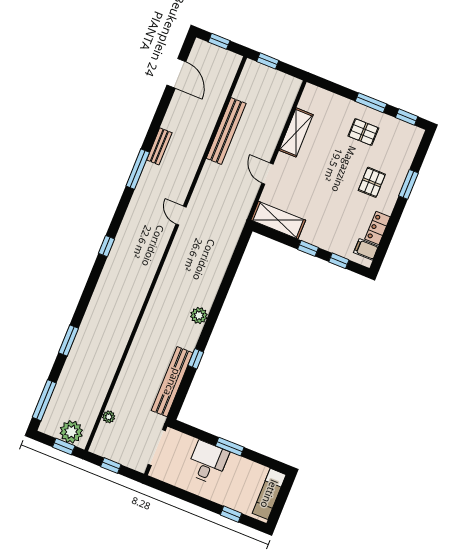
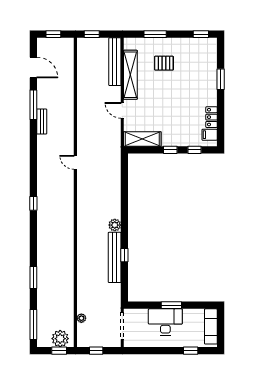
window: (371, 103) -> (155, 34), moved
bench: (226, 131) -> (115, 62), moved
shelving: (296, 132) -> (130, 75), width x1.47
pallet: (363, 132) -> (164, 63), moved
window: (138, 169) -> (33, 105), moved
pallet: (372, 182) -> (195, 88), removed
bench: (172, 382) -> (115, 257), moved
desk: (208, 462) -> (165, 322), width x1.37

